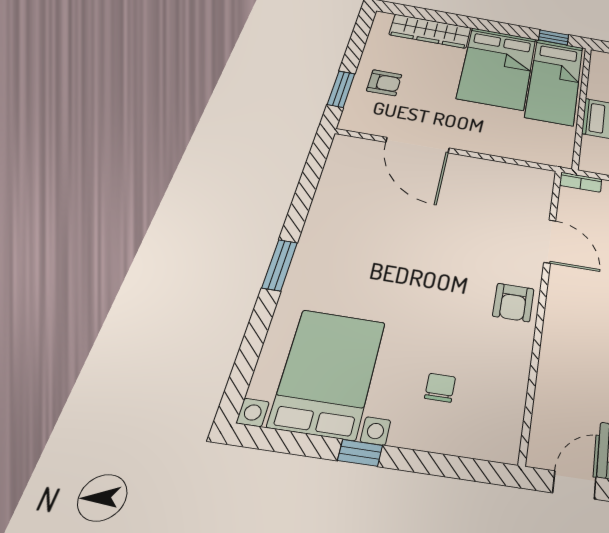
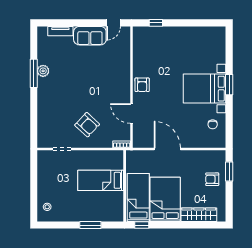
door: (418, 145) -> (167, 149), moved
armchair: (513, 302) -> (142, 85), turned 180
bed with nightstands: (328, 373) -> (205, 89), moved, turned 90
chair: (440, 388) -> (213, 124), moved
window: (360, 453) -> (156, 23), moved

